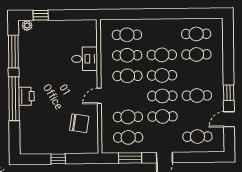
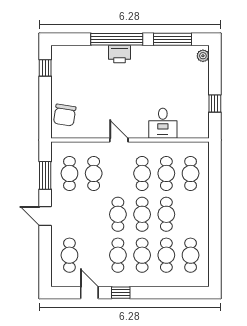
window: (41, 15) -> (215, 104), moved
cafe table: (163, 116) -> (142, 255), moved
chair: (79, 123) -> (65, 115), moved
window: (58, 159) -> (45, 68), moved

